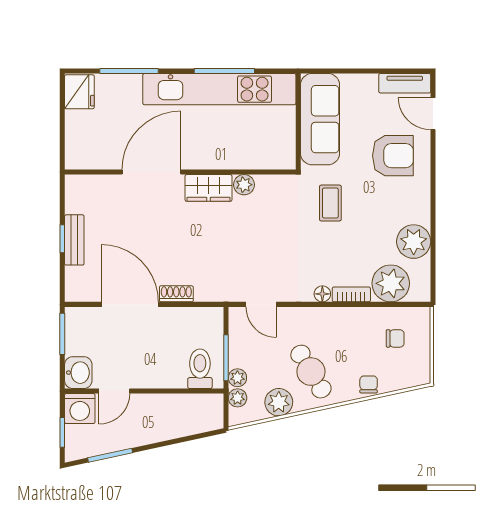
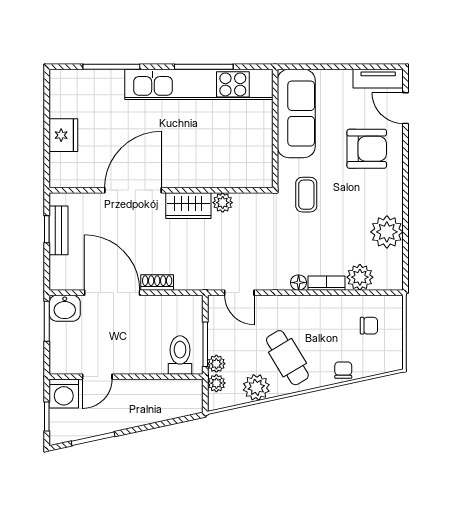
fridge: (79, 92) -> (63, 135), moved
door: (151, 172) -> (133, 190), moved
wall: (180, 172) -> (161, 190), moved
plant: (244, 185) -> (223, 203), moved
wardrobe: (208, 188) -> (188, 206), moved
plant: (391, 283) -> (360, 277), width x0.73, depth x0.73
washbasin: (78, 373) -> (65, 308), moved, turned 90

